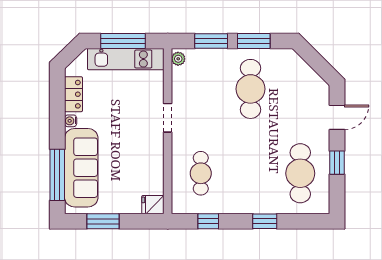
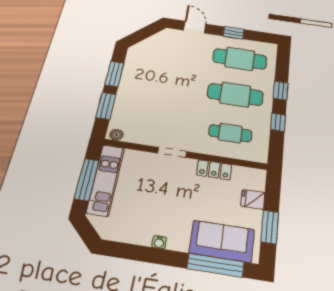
cafe table: (250, 89) -> (235, 95), moved
locker: (73, 94) -> (214, 170), moved, turned 180
sofa: (81, 168) -> (222, 241), width x0.73
fridge: (153, 205) -> (253, 199), moved, turned 90
window: (208, 221) -> (278, 122), moved

